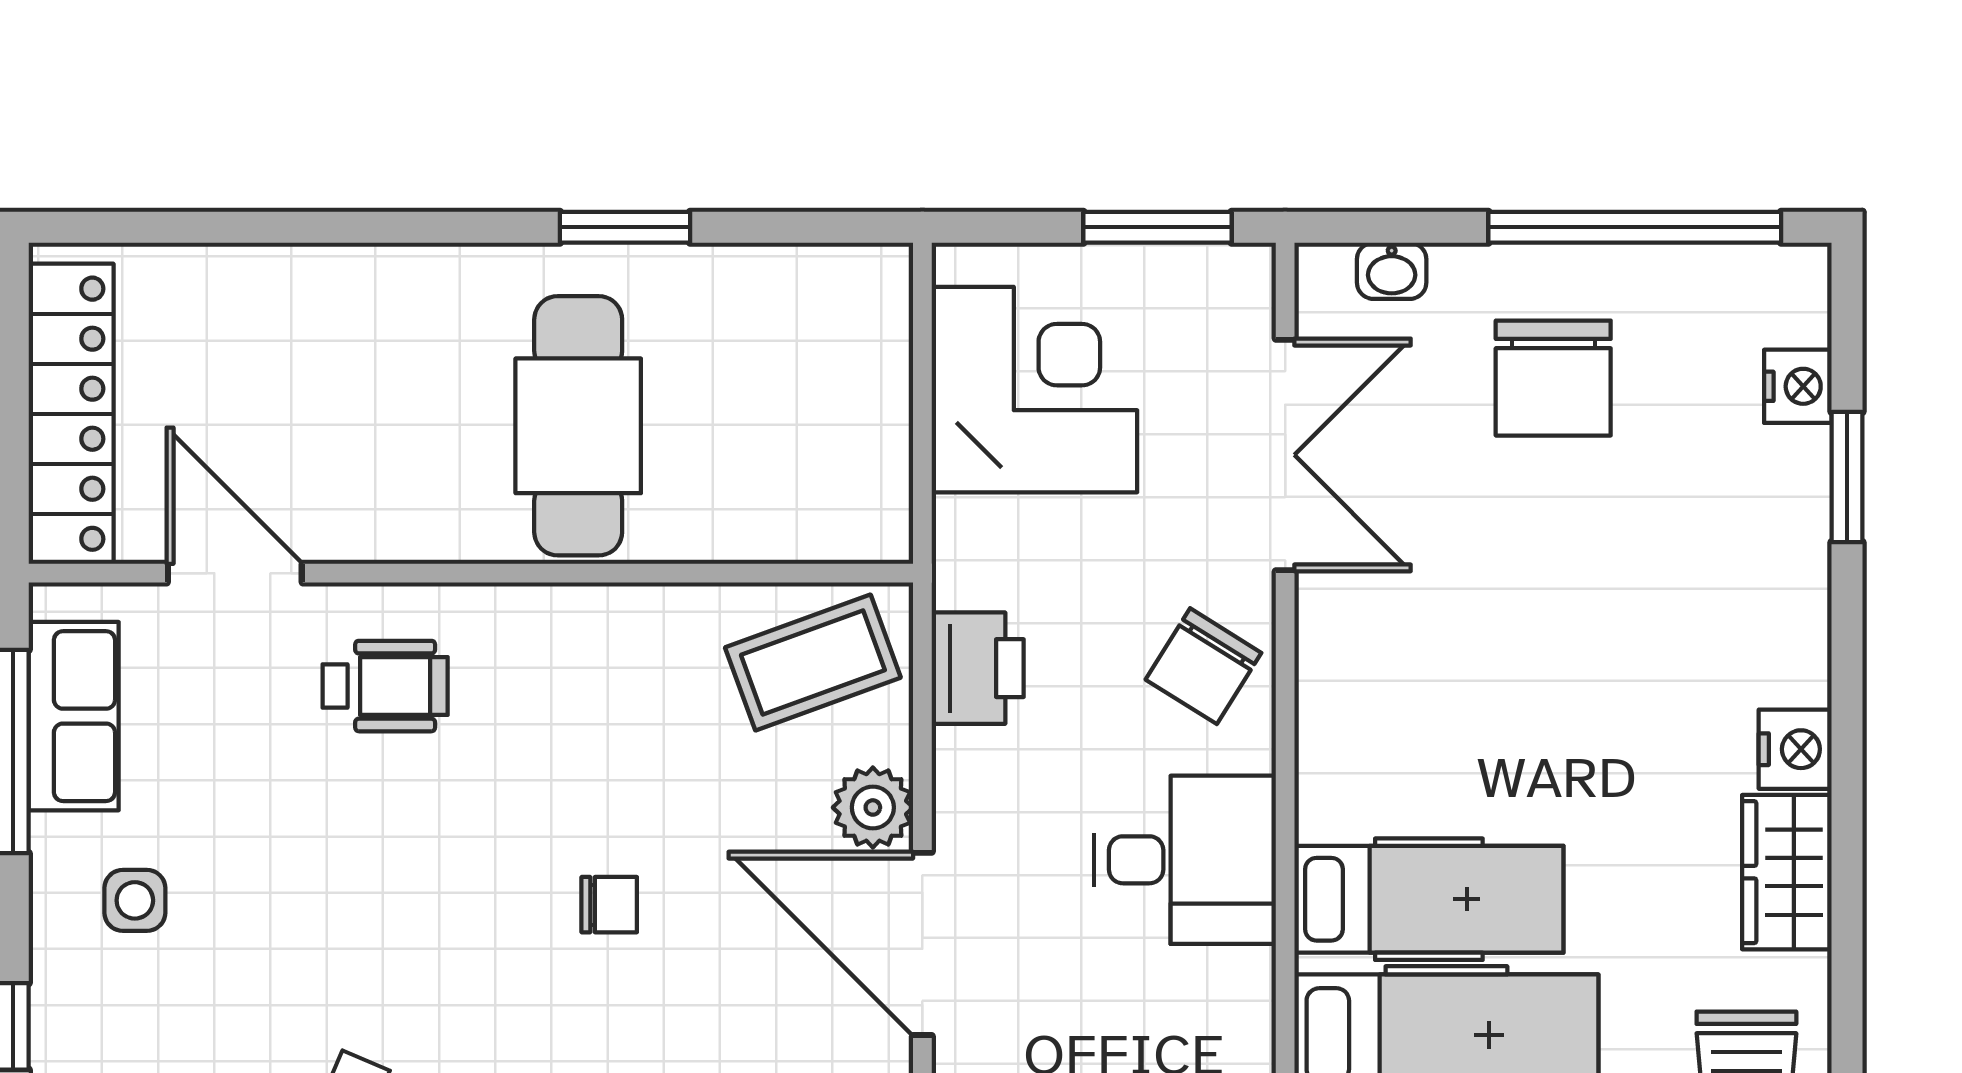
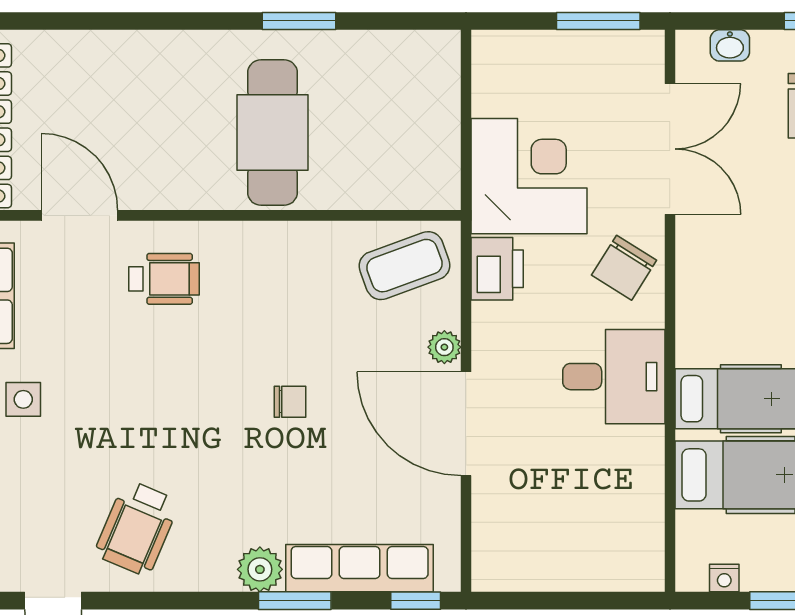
corner desk: (1034, 390) -> (529, 176), moved
plant: (873, 807) -> (444, 347), width x0.73, depth x0.73

